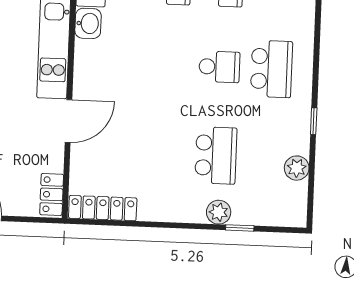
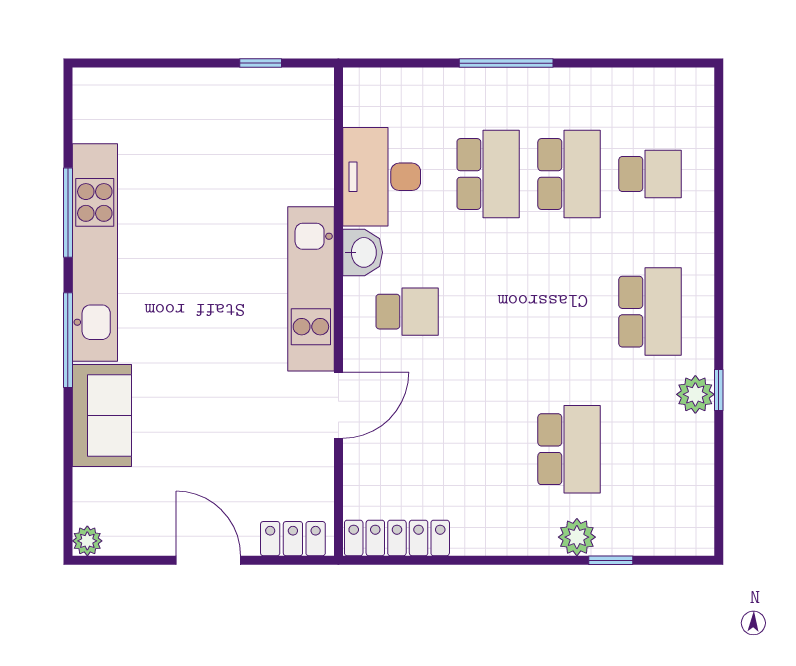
school desk: (219, 67) -> (407, 312), moved
plant: (297, 168) -> (695, 394), moved
locker: (52, 194) -> (293, 539), moved, turned 90

